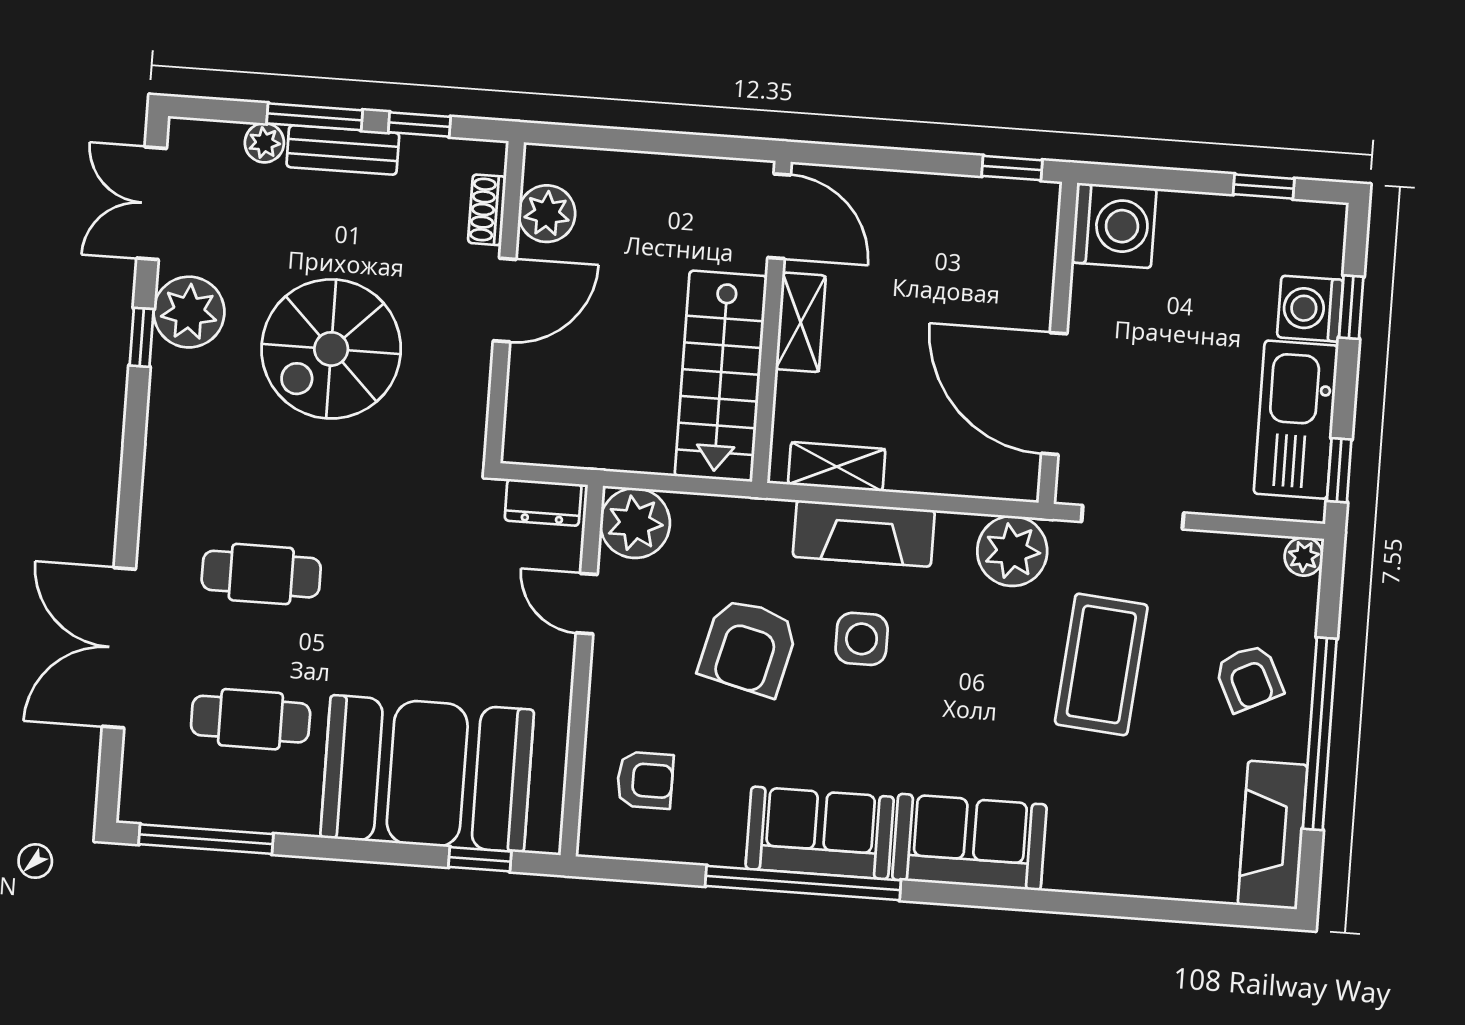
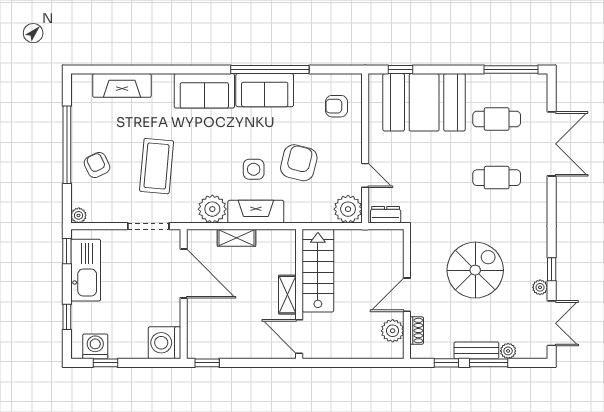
washing machine: (1310, 309) -> (95, 346), moved, turned -90
plant: (189, 312) -> (540, 287), width x0.53, depth x0.53
shelving: (837, 467) -> (236, 238), moved
plant: (1012, 551) -> (212, 209), moved
fireplace: (1273, 835) -> (122, 85), moved, turned 90

